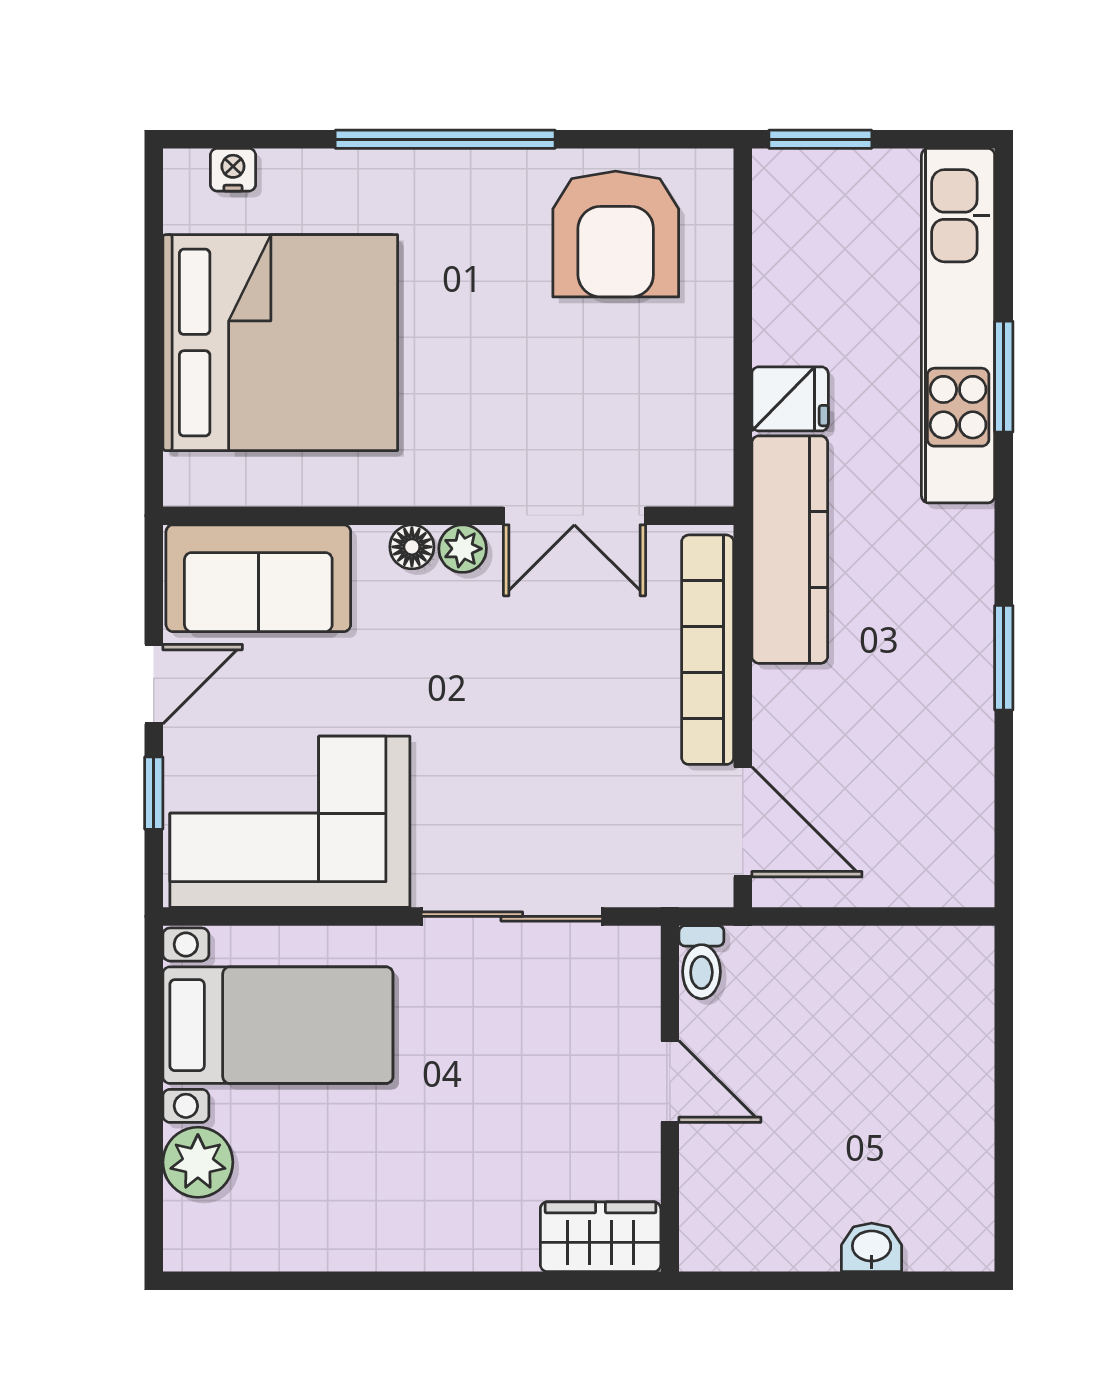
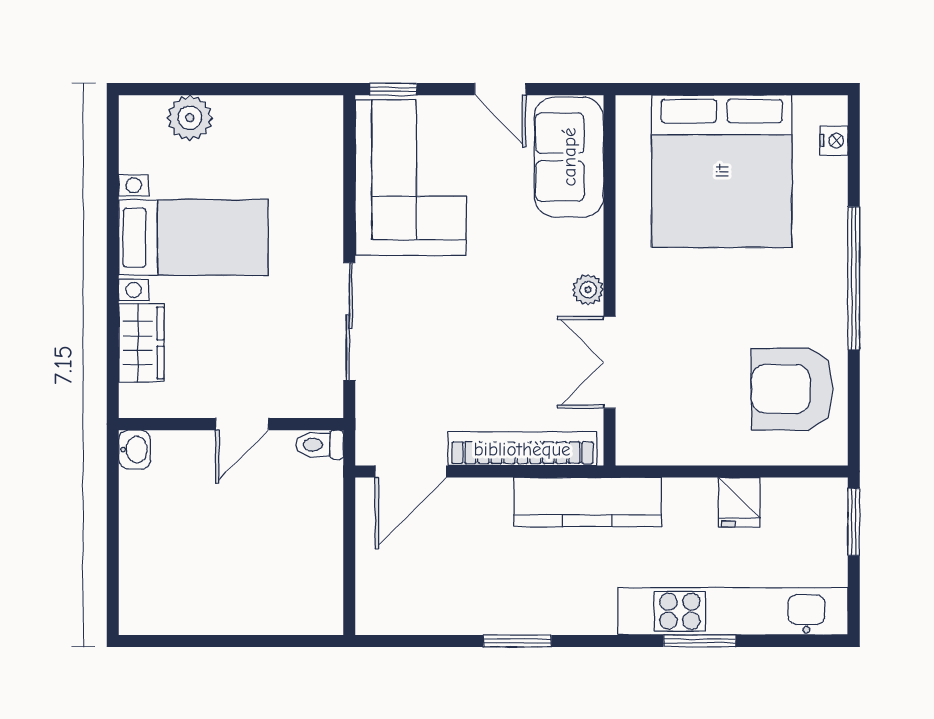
fridge: (790, 399) -> (739, 502), moved
floor lamp: (412, 547) -> (589, 257), removed
window: (154, 793) -> (393, 89), moved
bed with nightstands: (278, 1025) -> (193, 238), moved, turned -90
wardrobe: (601, 1237) -> (141, 343), moved
washbasin: (872, 1247) -> (135, 450), moved

